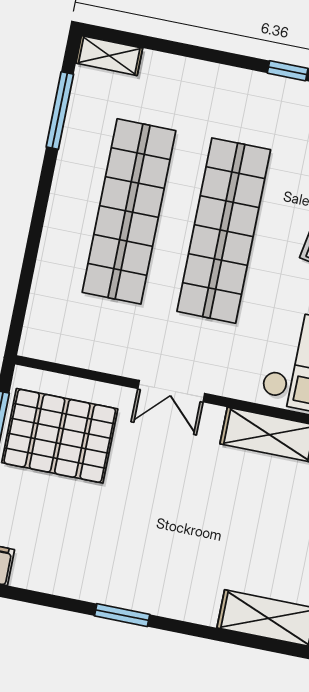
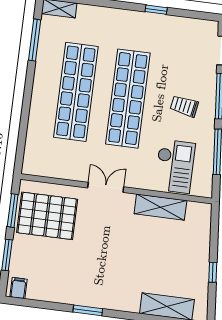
double door: (171, 391) -> (106, 187), swing flipped

